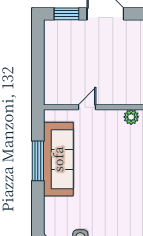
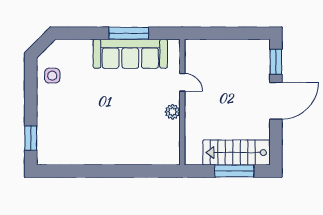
plant: (131, 117) -> (173, 112), moved

